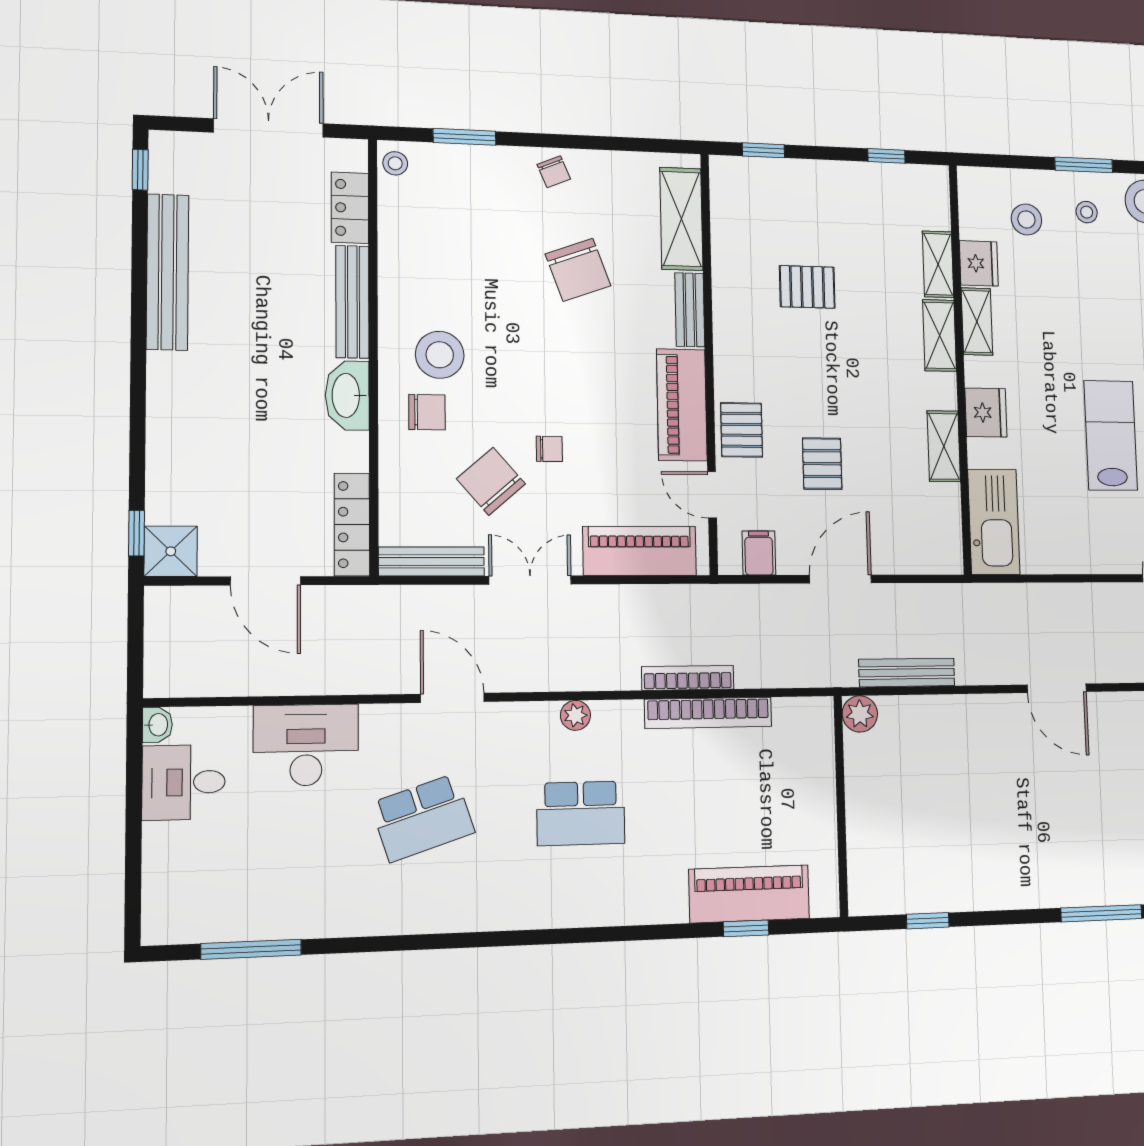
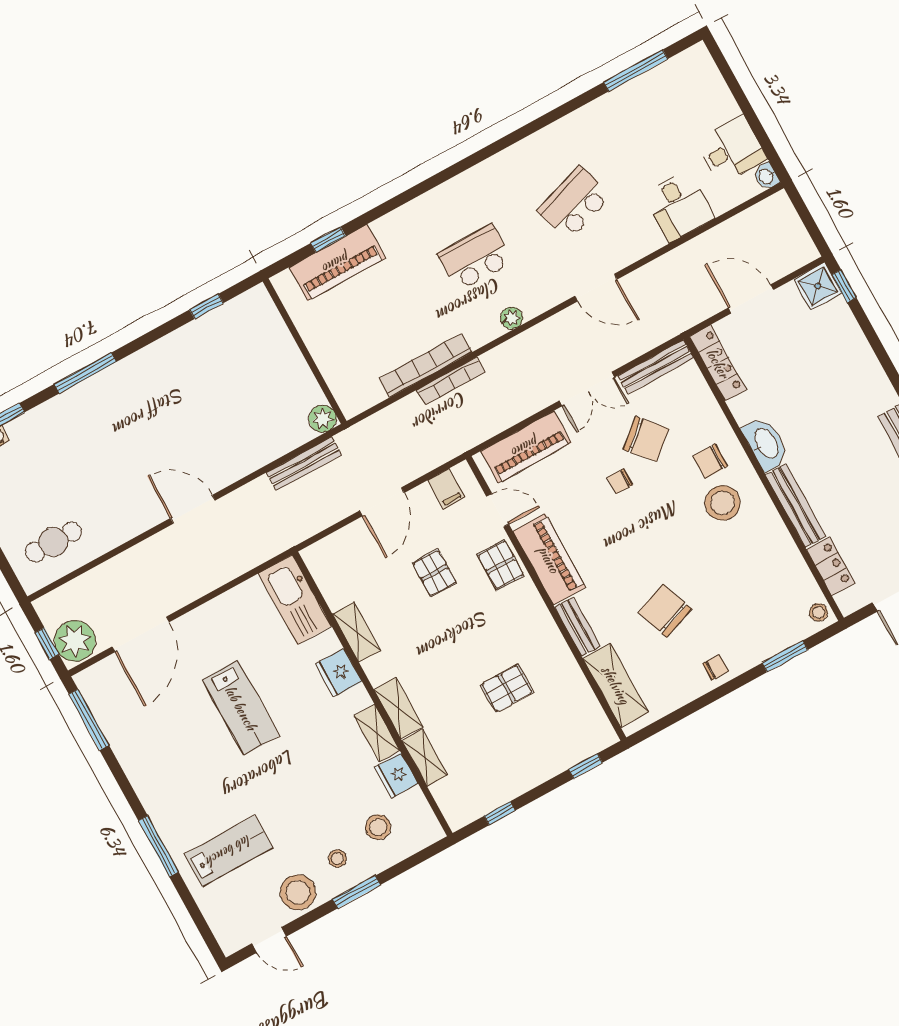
chair: (554, 172) -> (716, 667), turned 113
desk: (306, 745) -> (679, 206), width x0.73

